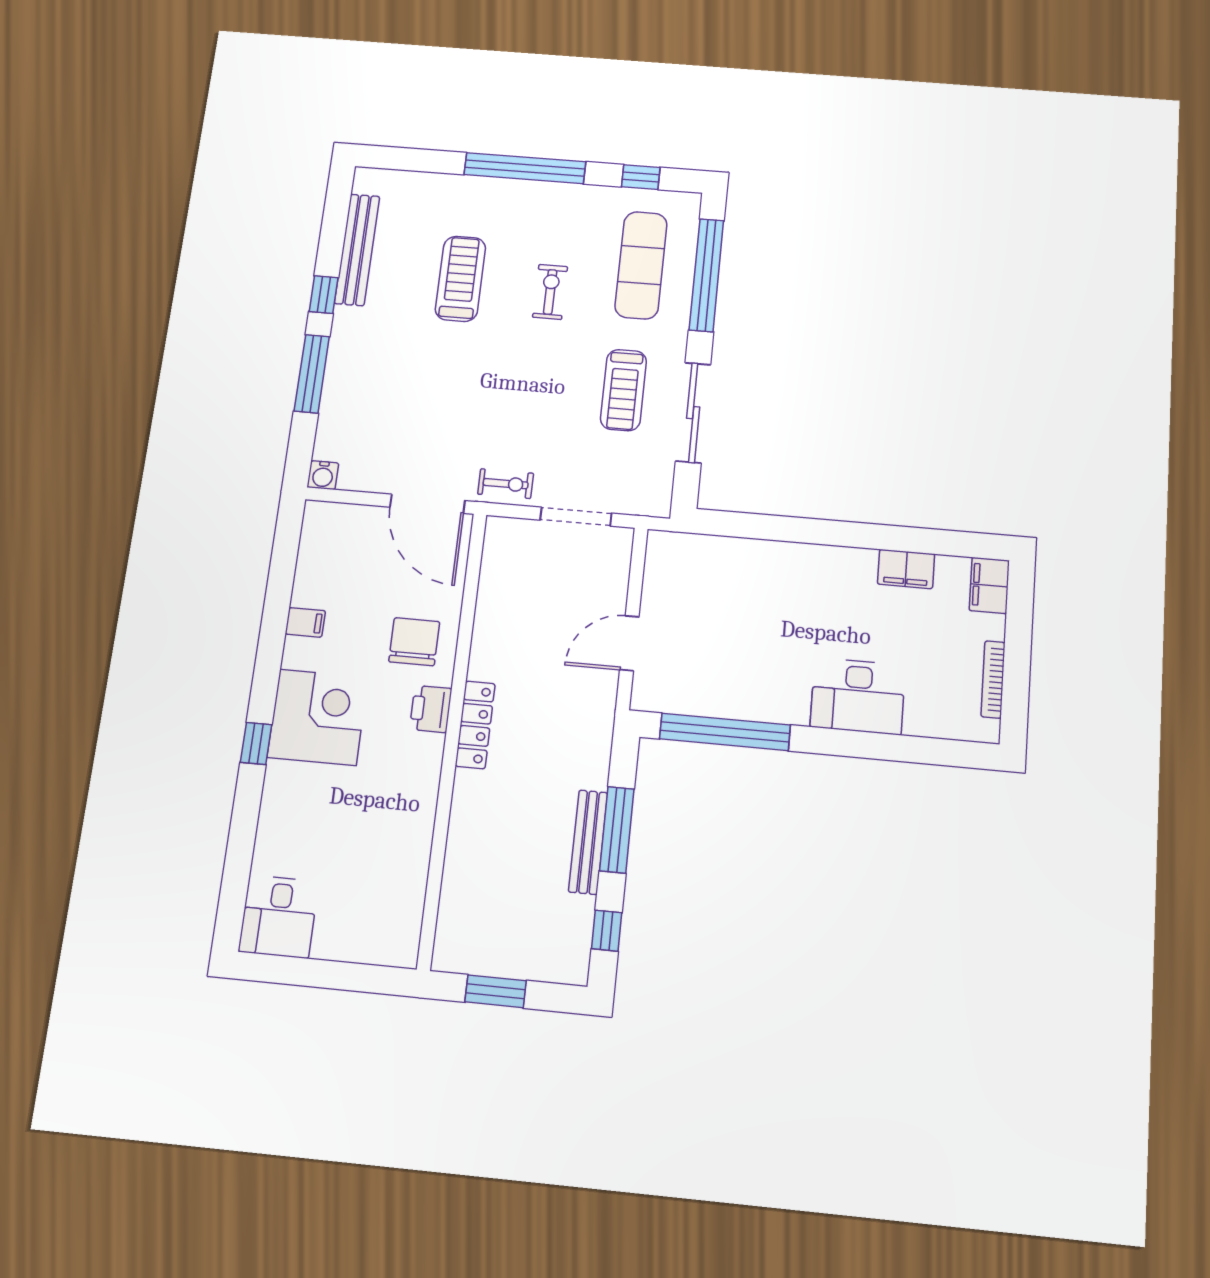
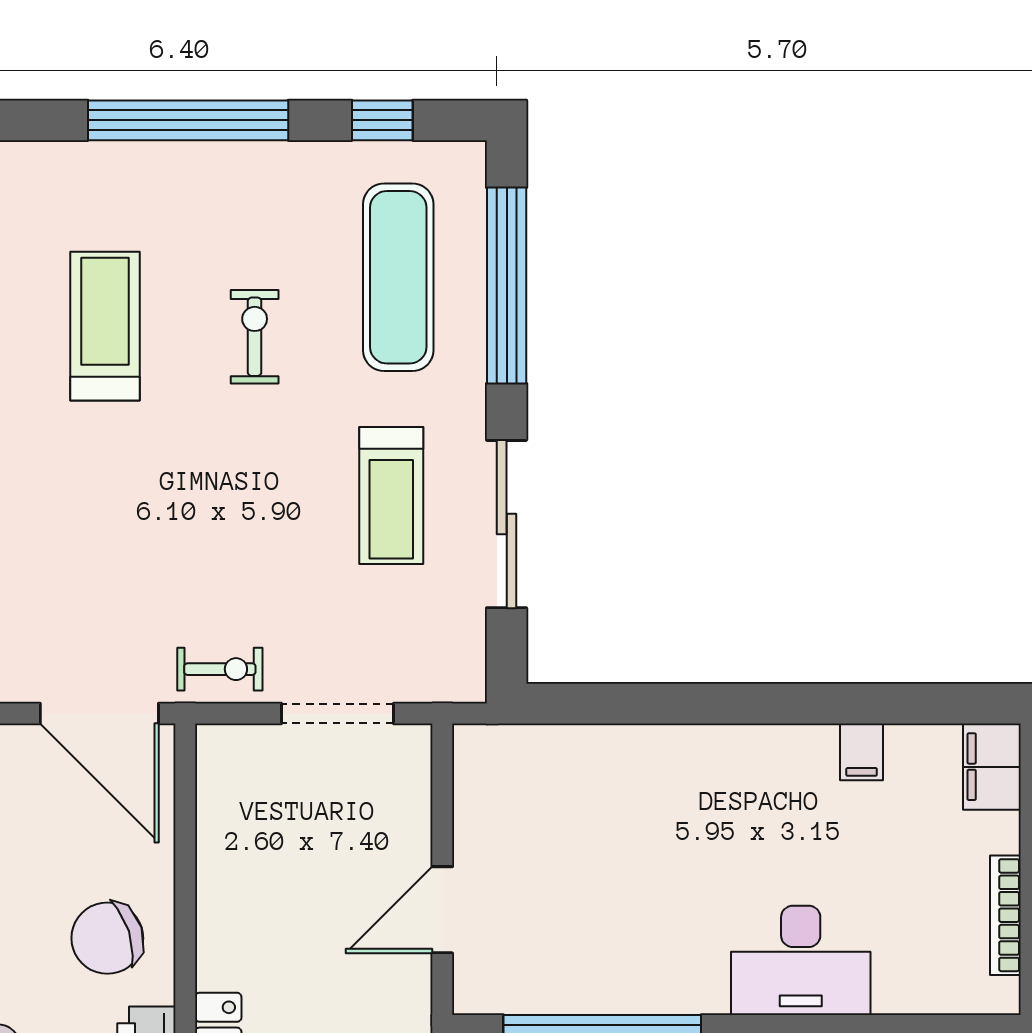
filing cabinet: (906, 569) -> (862, 752), width x0.50
chair: (414, 642) -> (107, 938), turned -108

